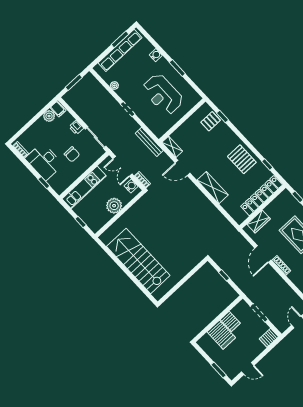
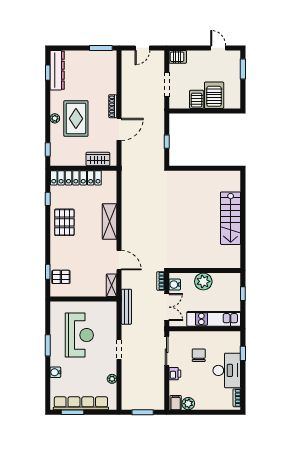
stairs: (138, 261) -> (231, 218), width x0.73, depth x0.66

